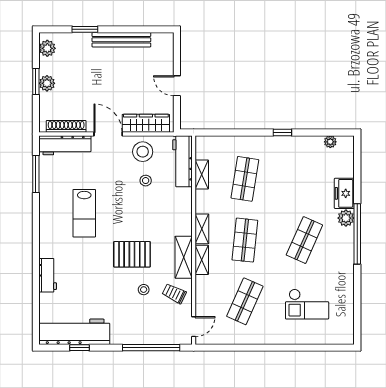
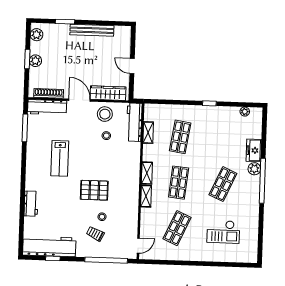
shelving: (184, 257) -> (133, 194), removed
trolley: (174, 294) -> (95, 234), moved

